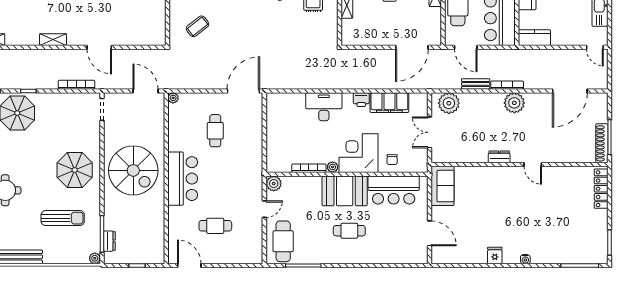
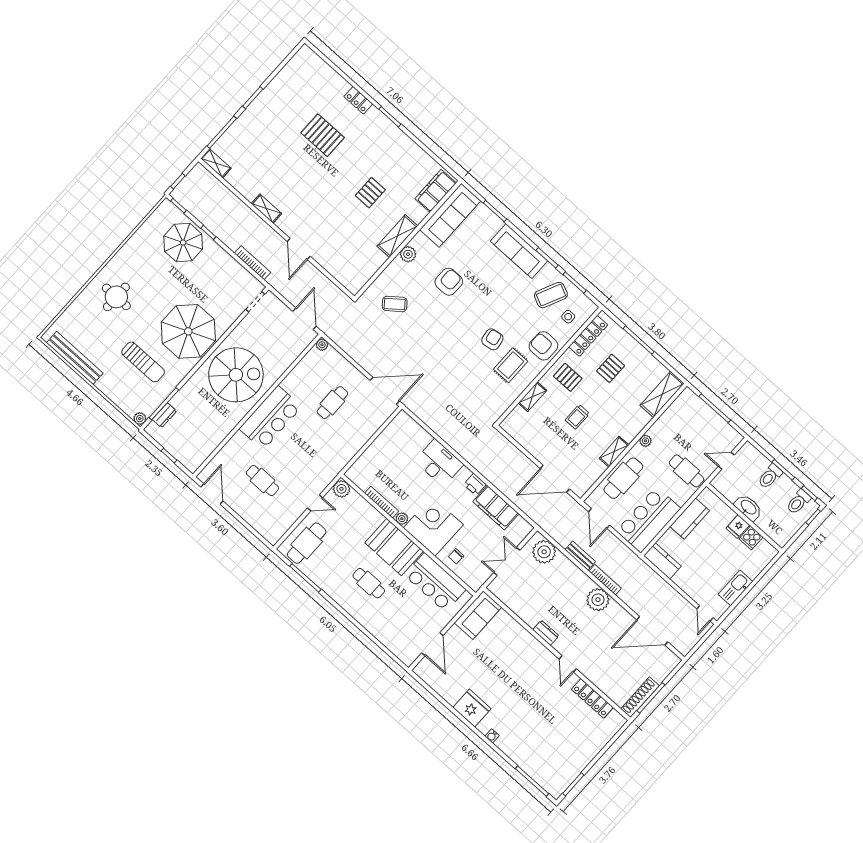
parasol: (75, 170) -> (188, 331), width x1.36, depth x1.36
spiral stairs: (133, 170) -> (236, 375), turned -90
locker: (601, 189) -> (592, 698), moved, turned -90
fridge: (495, 255) -> (472, 708), width x1.88, depth x1.34

